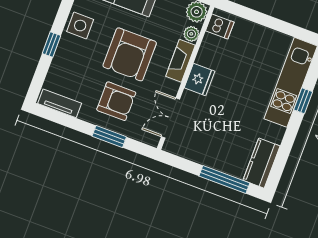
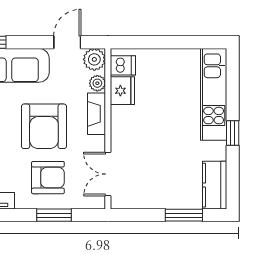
fridge: (200, 80) -> (122, 91), moved
window: (303, 101) -> (233, 133), moved
window: (224, 180) -> (184, 215), width x0.69

